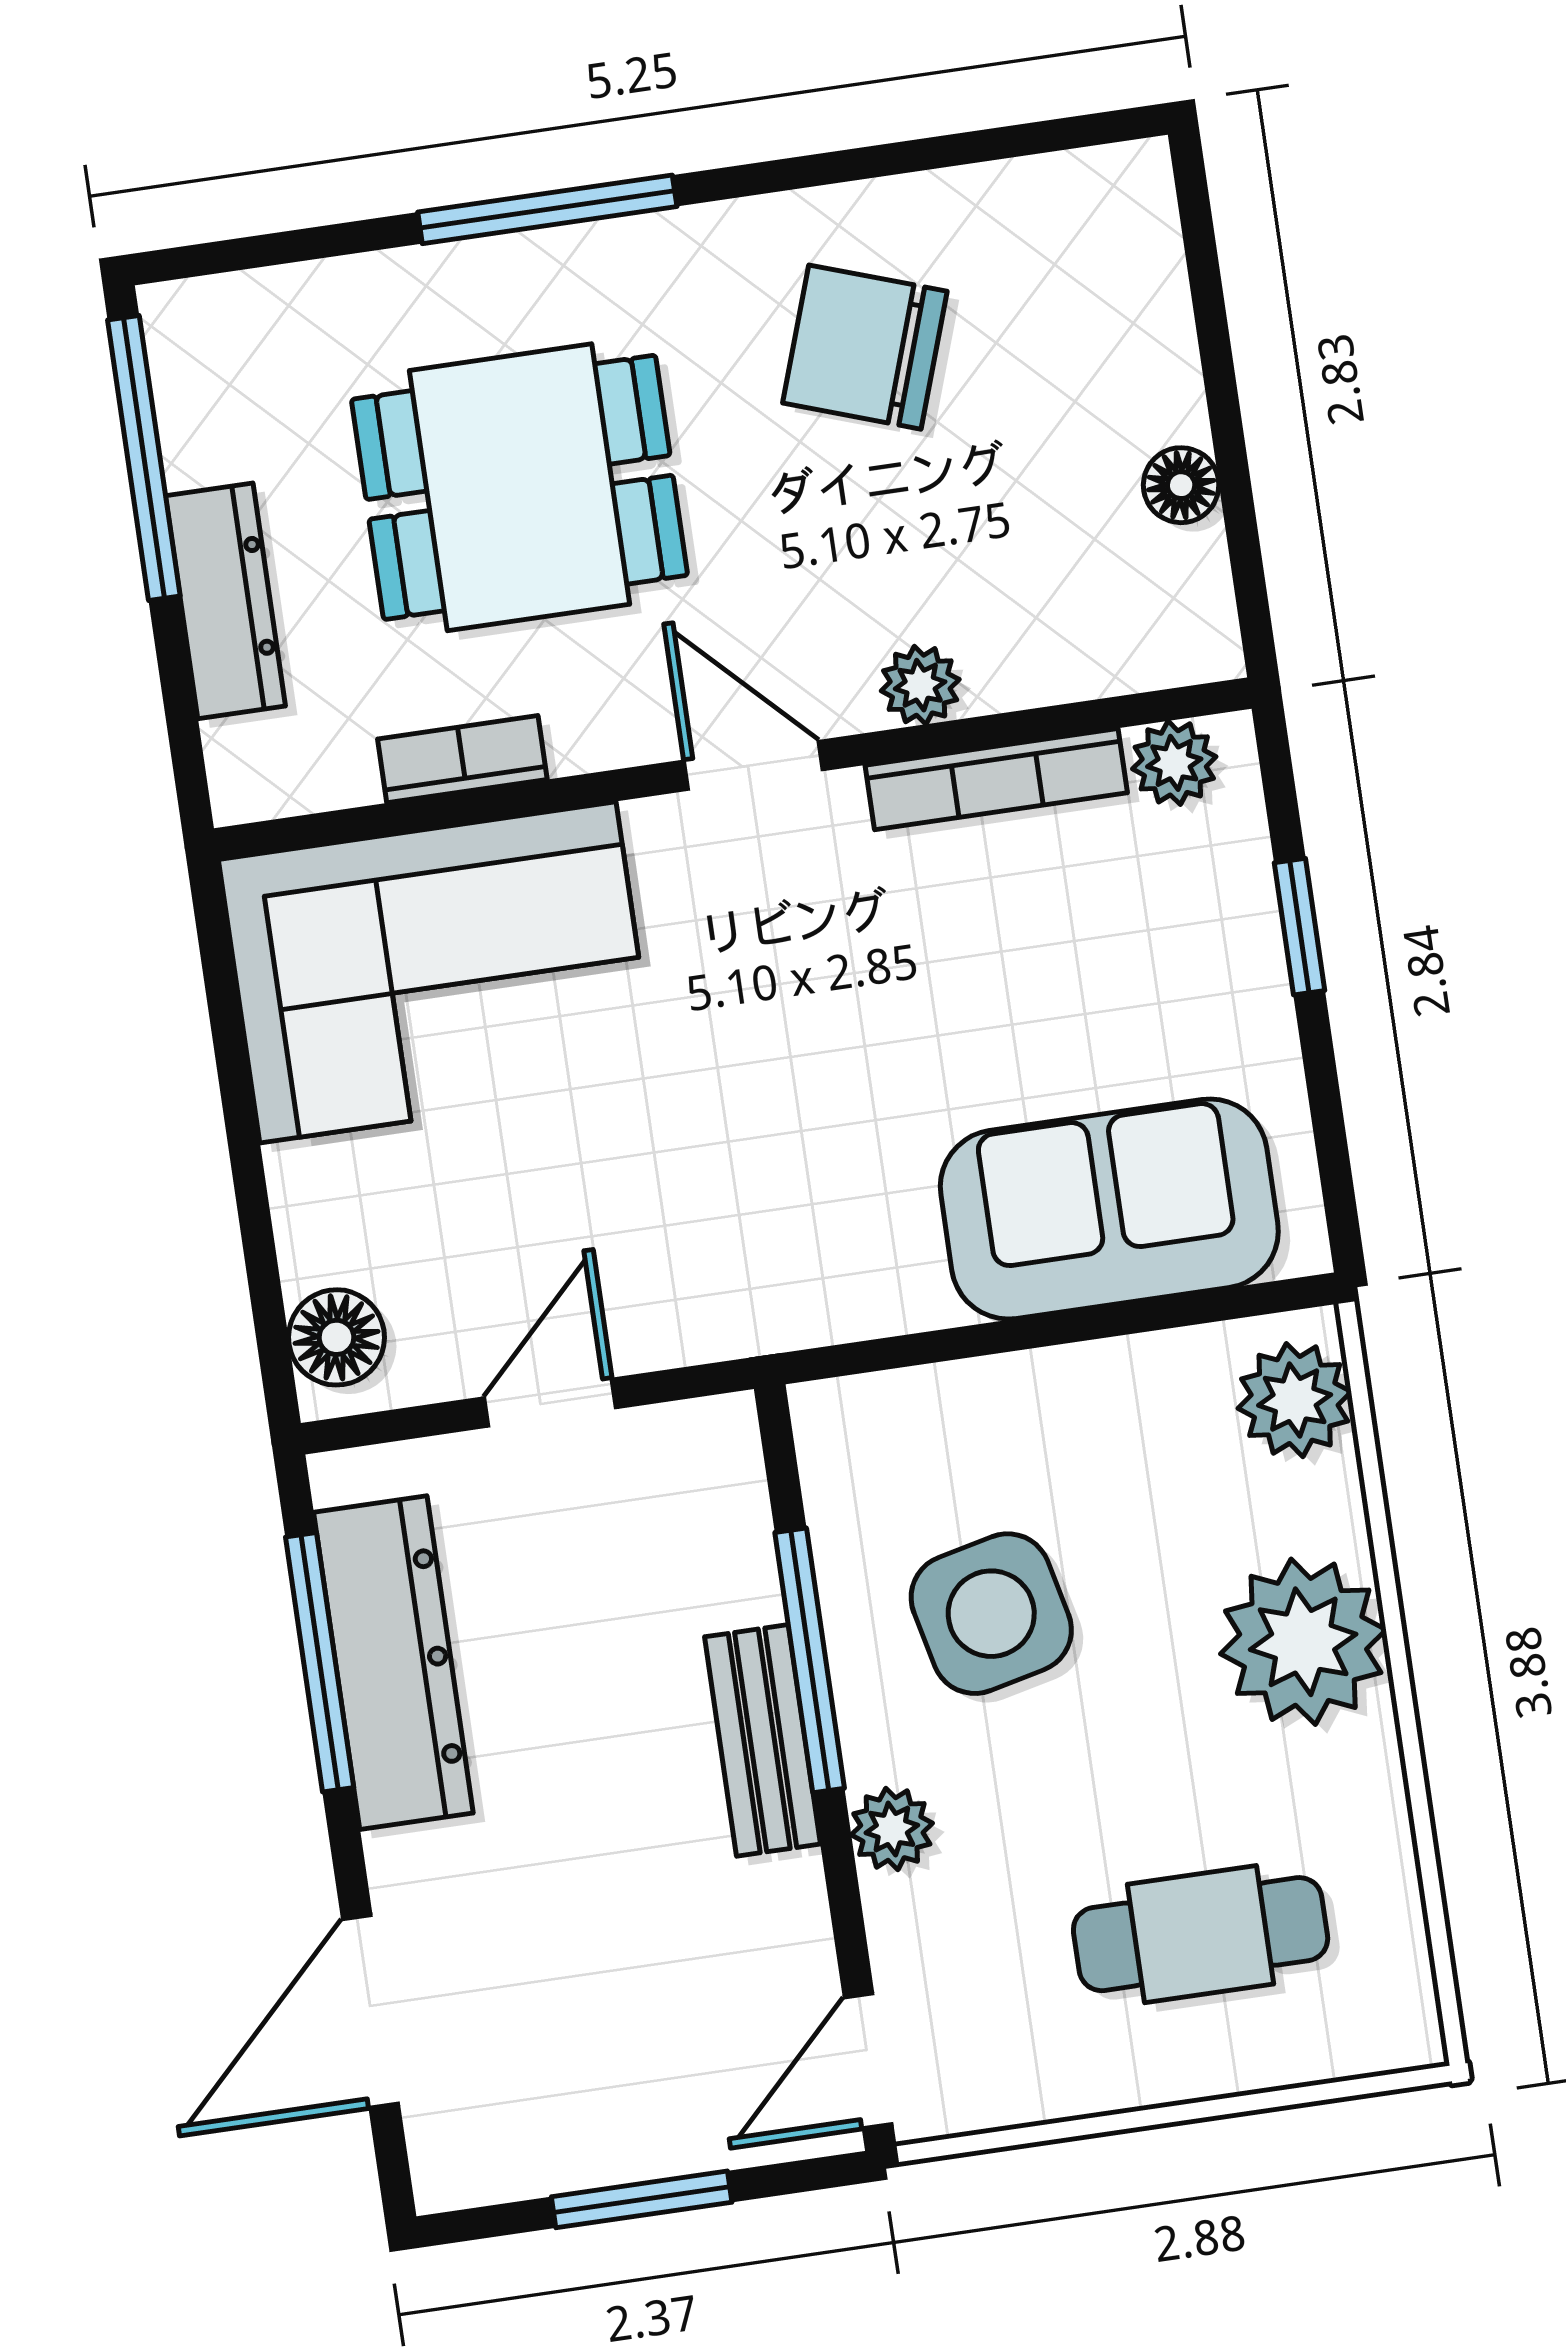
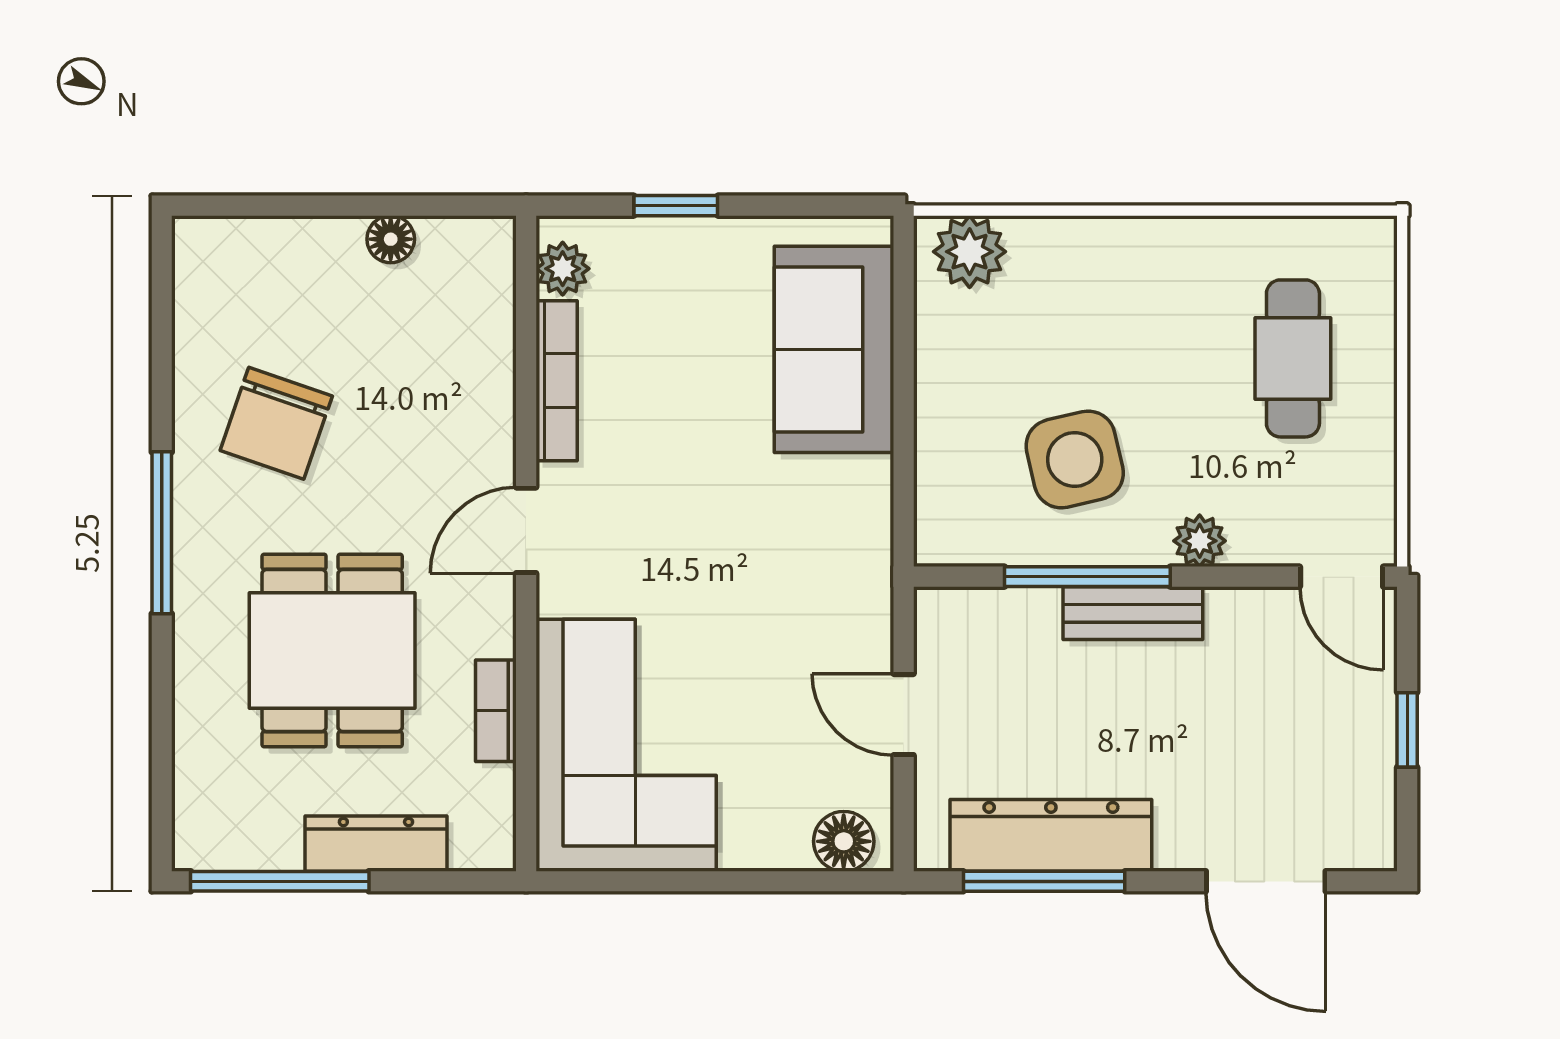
window: (547, 209) -> (162, 533), moved
plant: (920, 685) -> (491, 419), removed
plant: (1303, 1642) -> (1121, 268), removed
window: (642, 2199) -> (1407, 730), width x0.67

